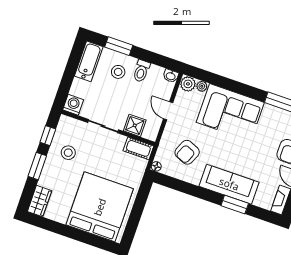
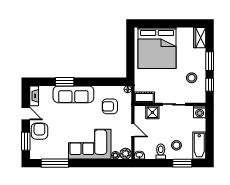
armchair: (187, 152) -> (110, 106), turned -113

